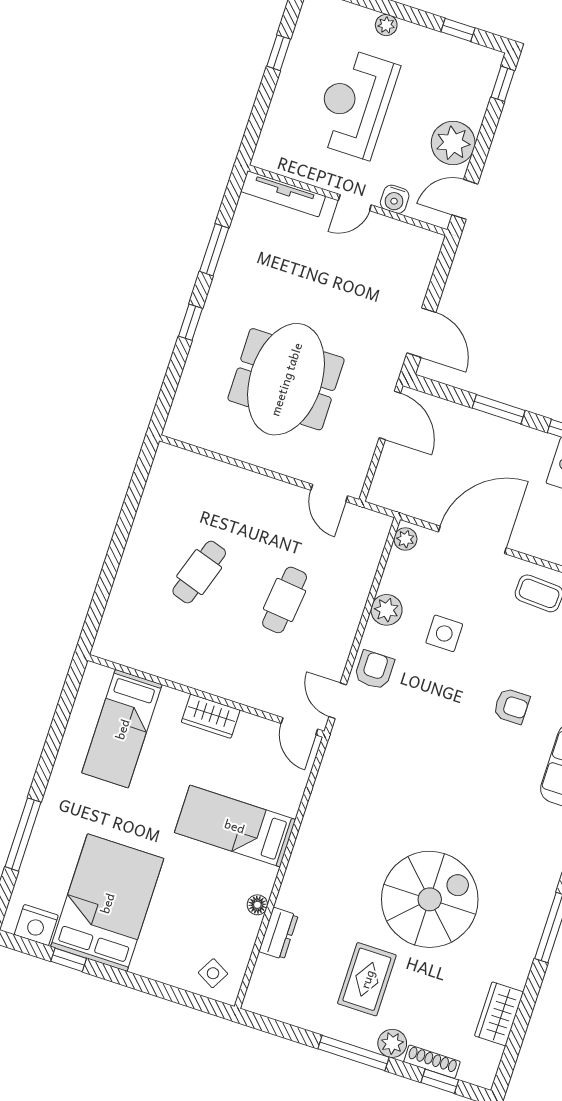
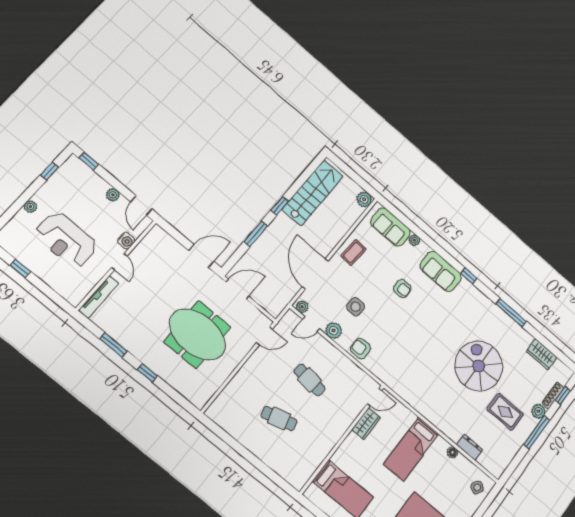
plant: (453, 143) -> (113, 195), width x0.53, depth x0.53
cafe table: (199, 572) -> (279, 418), turned -33
door: (338, 701) -> (311, 324), moved
armchair: (512, 706) -> (402, 289), turned 90
wardrobe: (211, 716) -> (366, 424), moved

